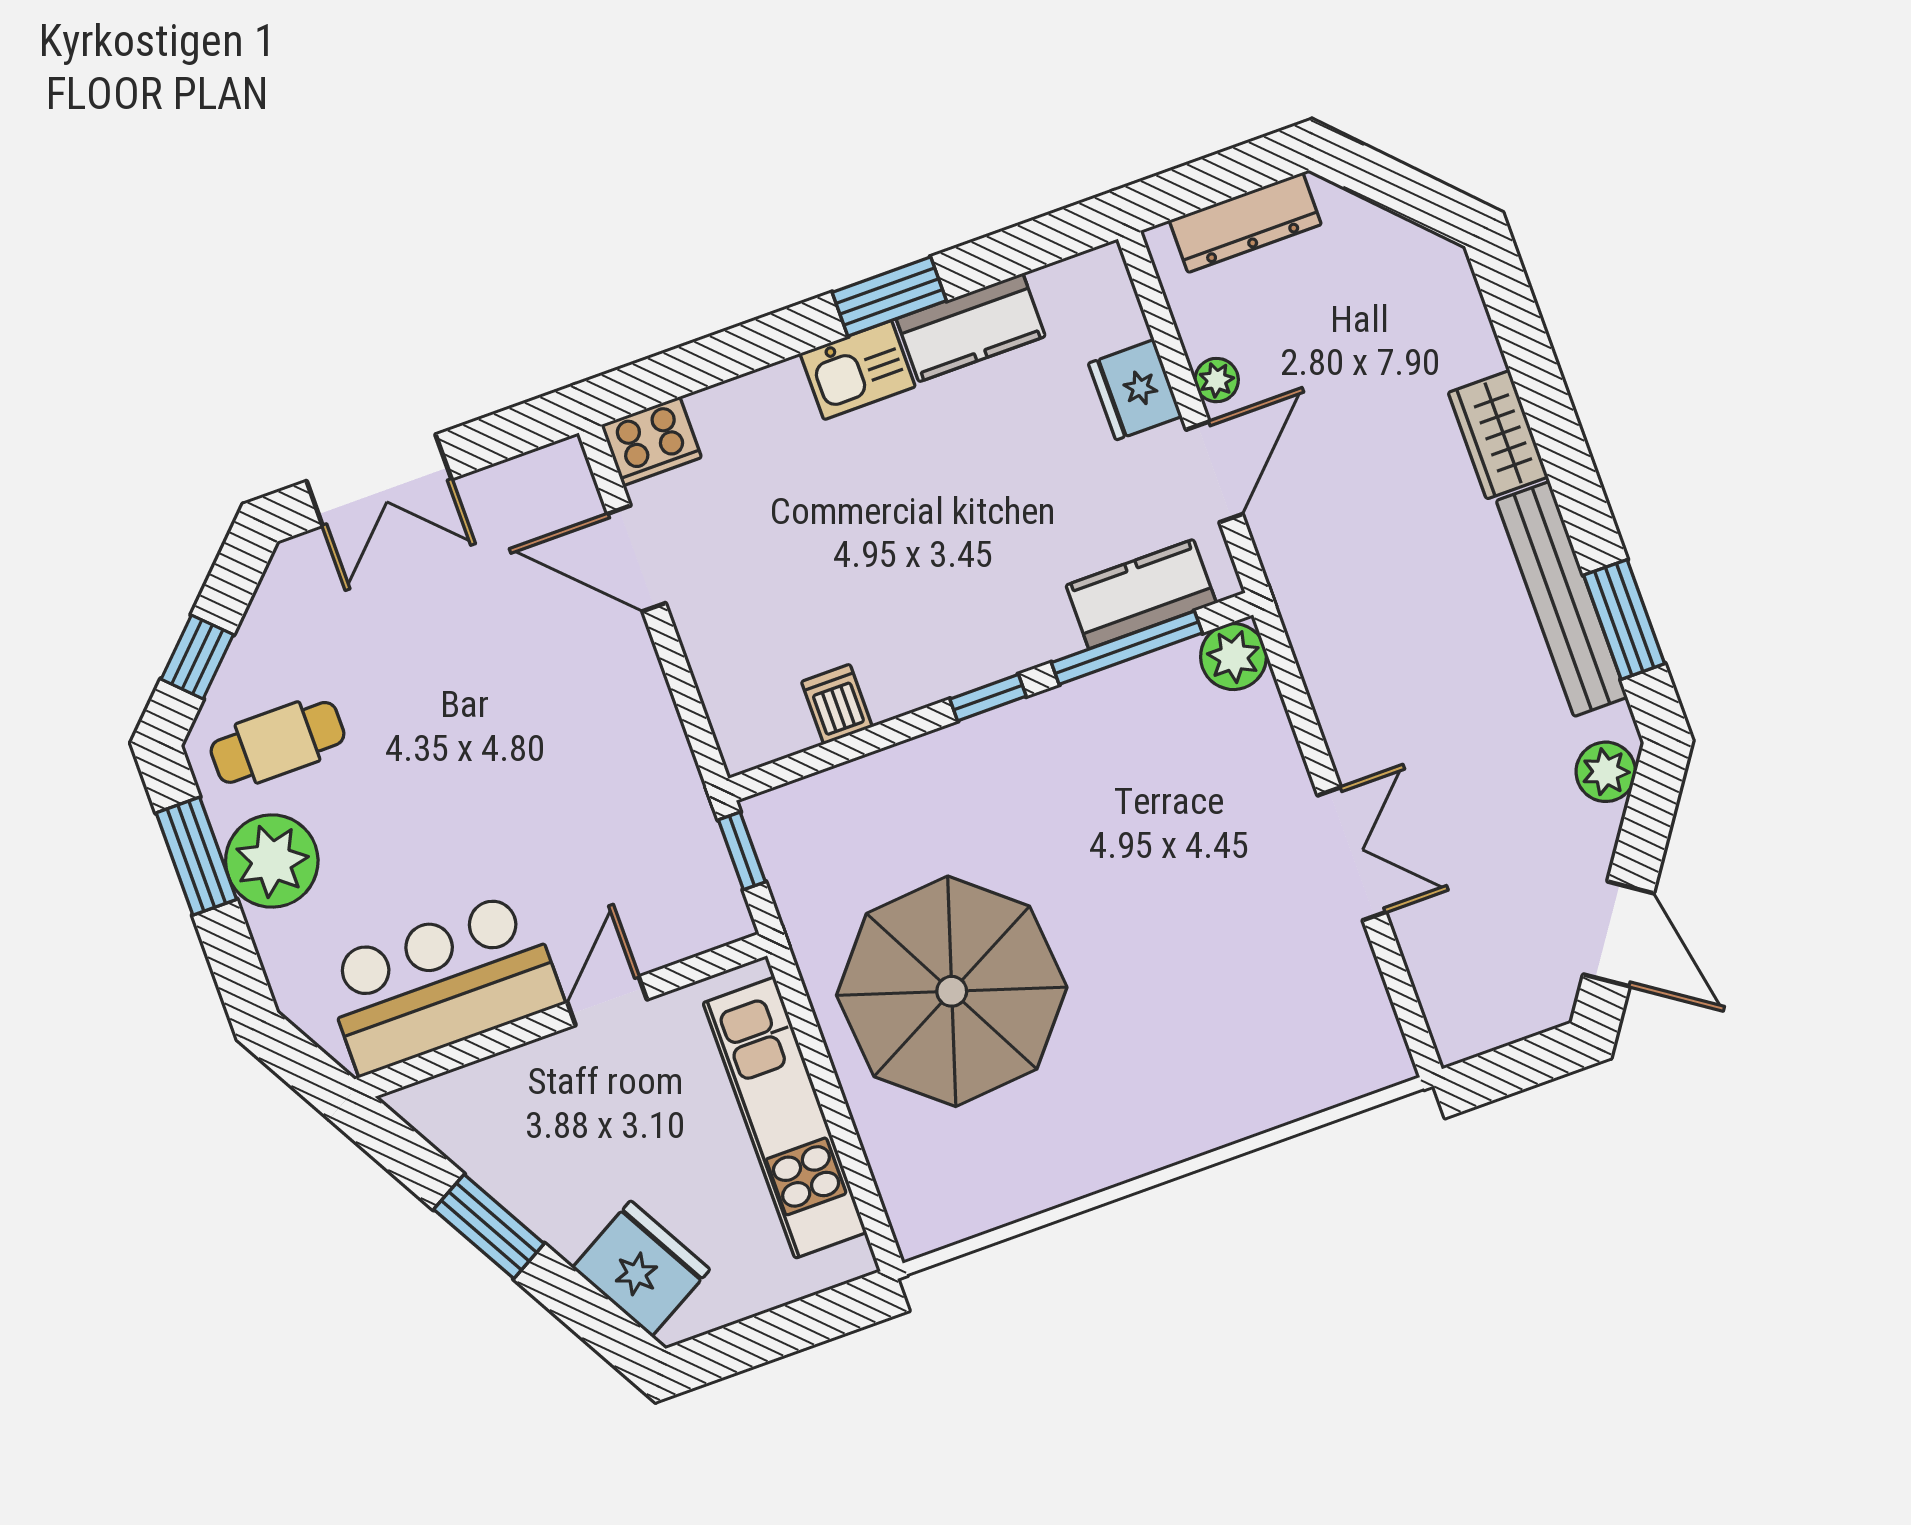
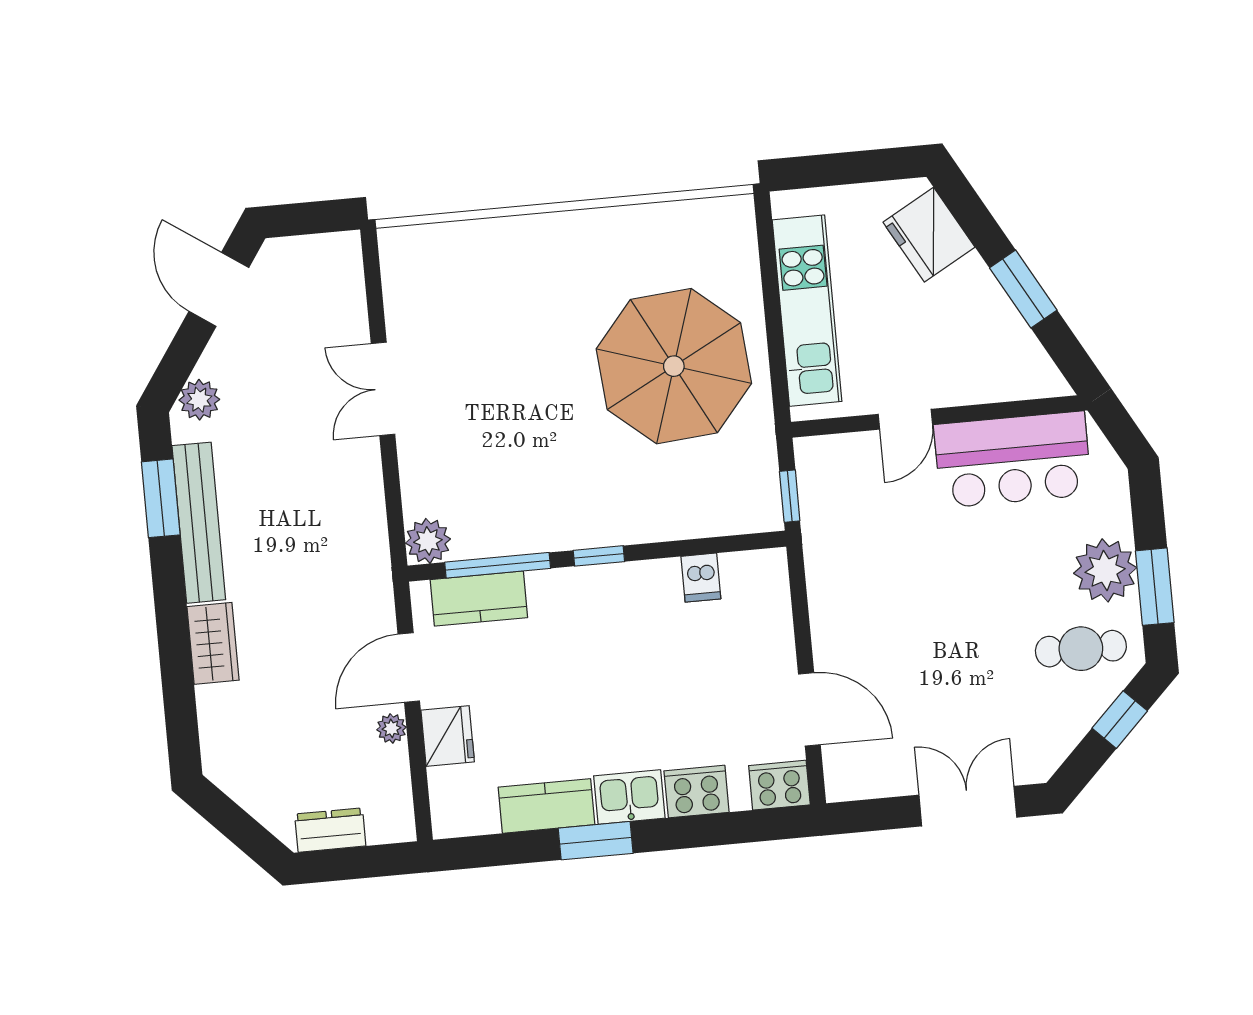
dresser: (1245, 222) -> (330, 830), width x0.70
cooker: (765, 402) -> (697, 792), added

